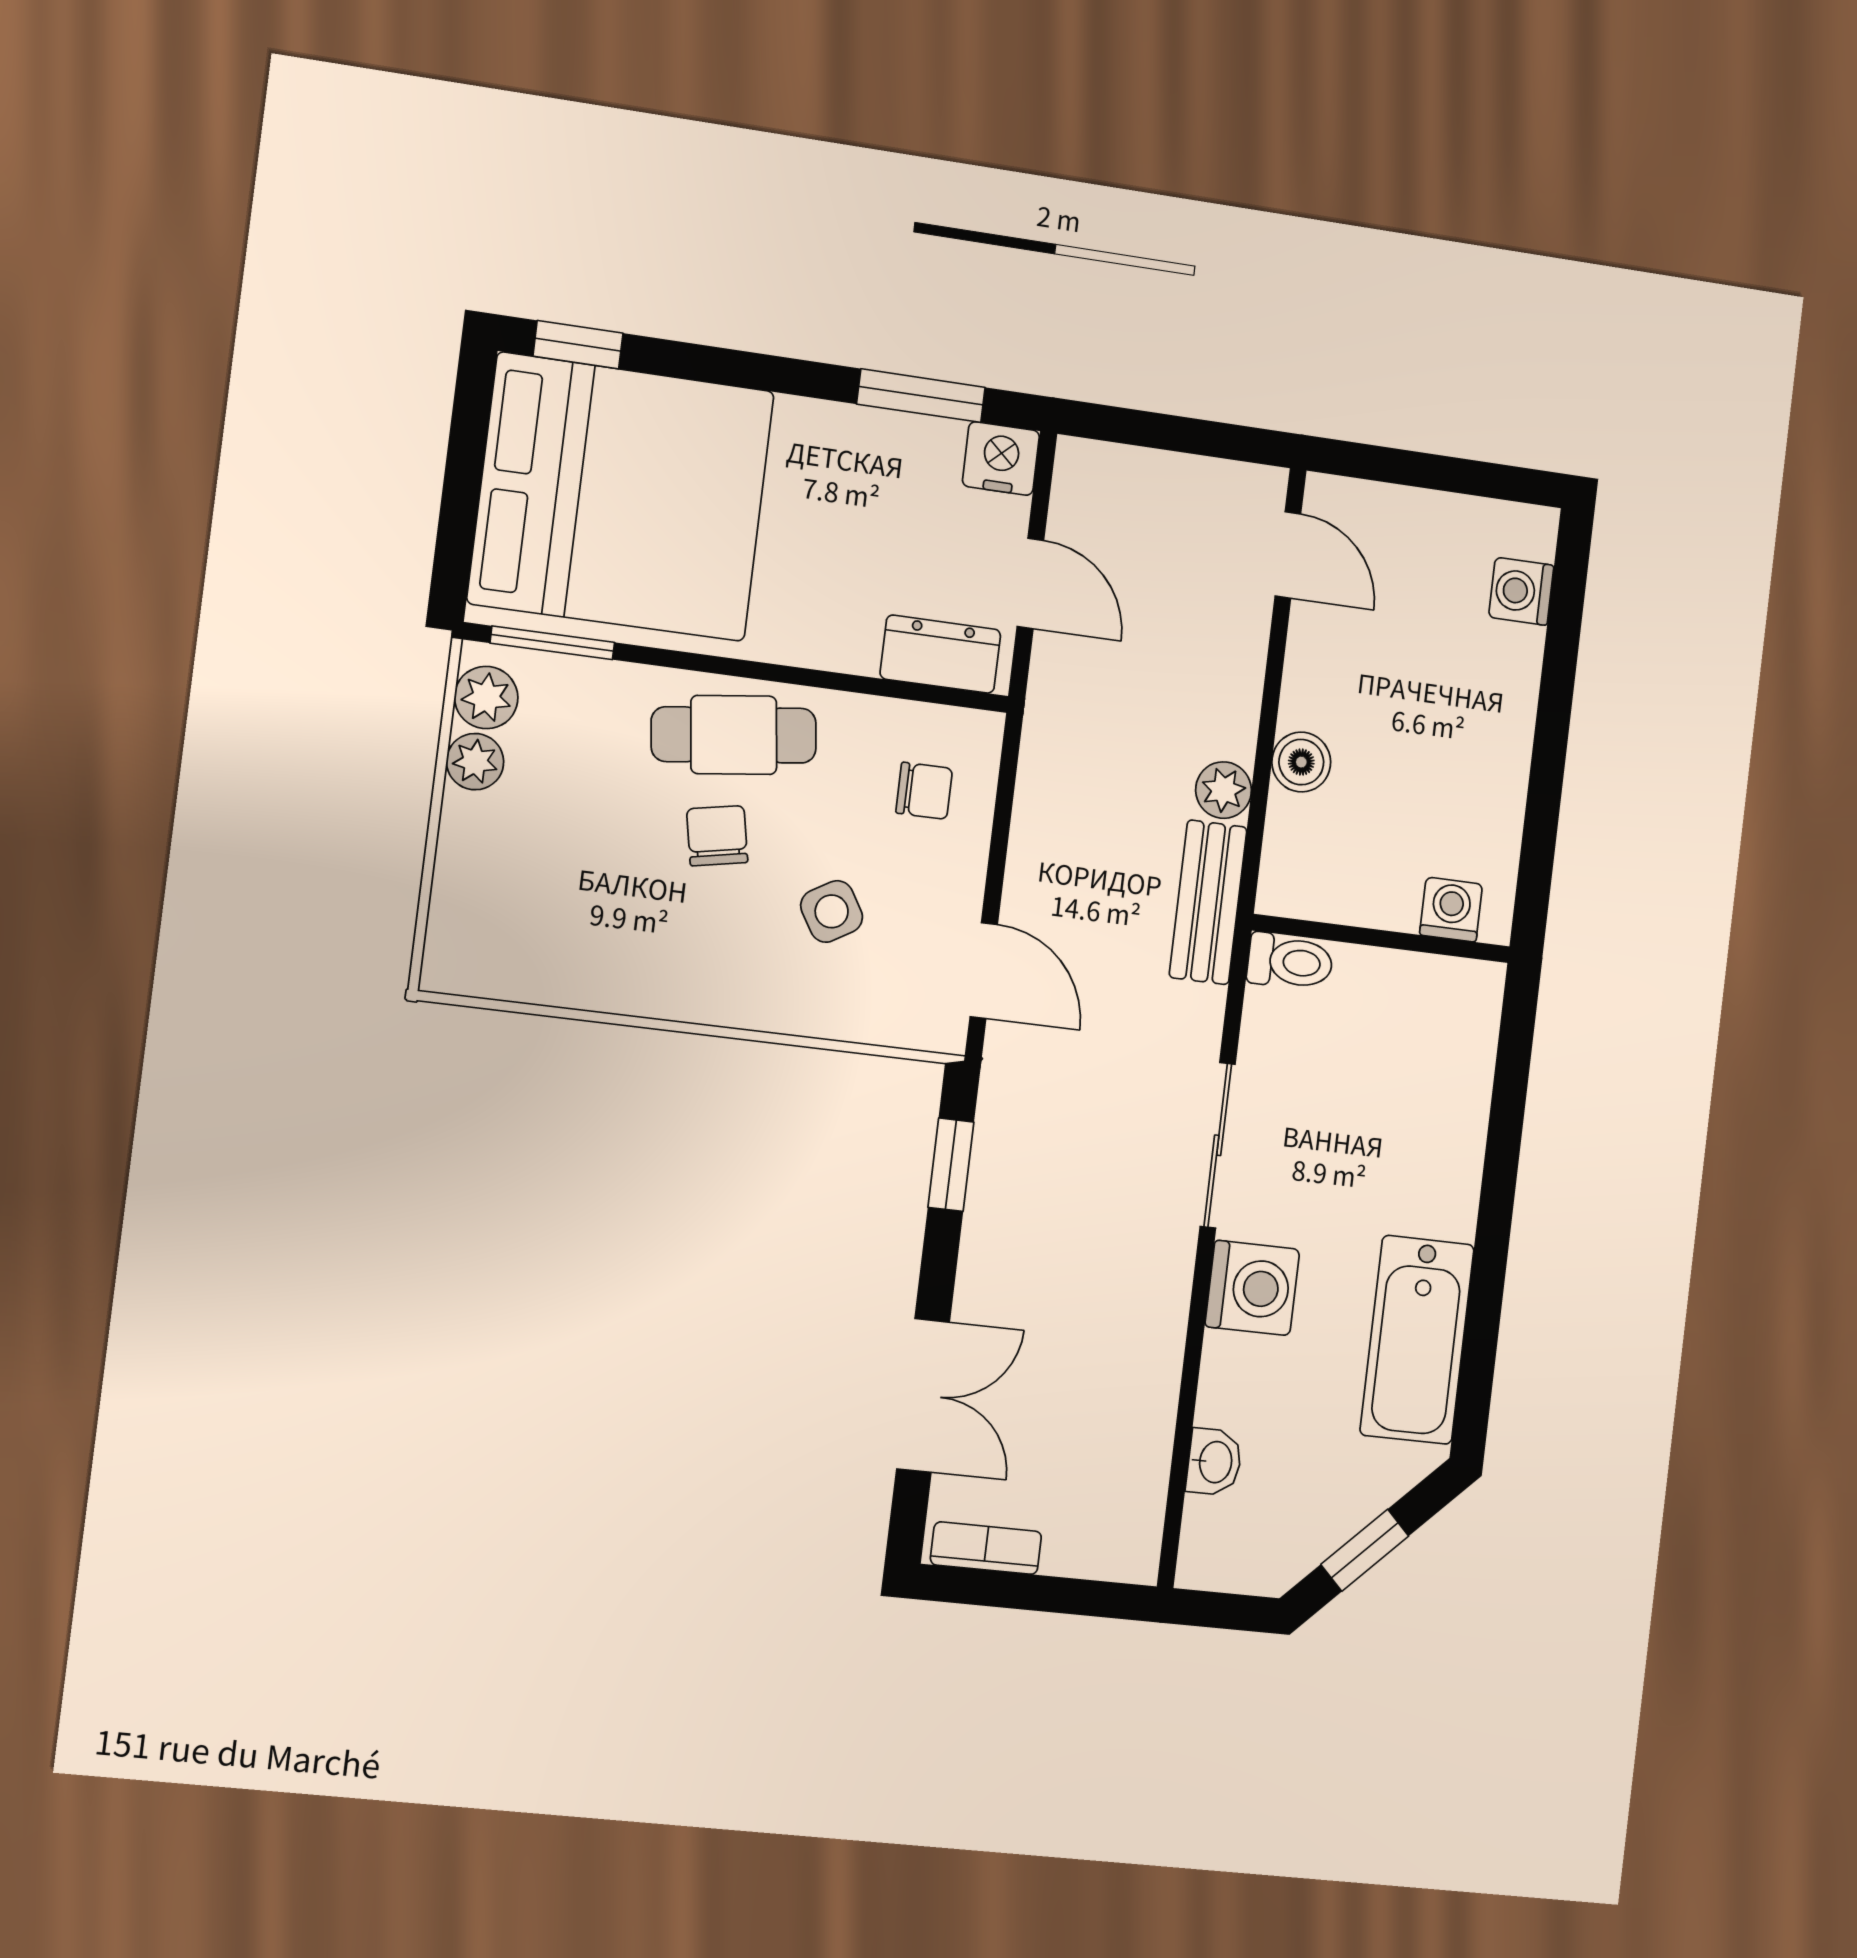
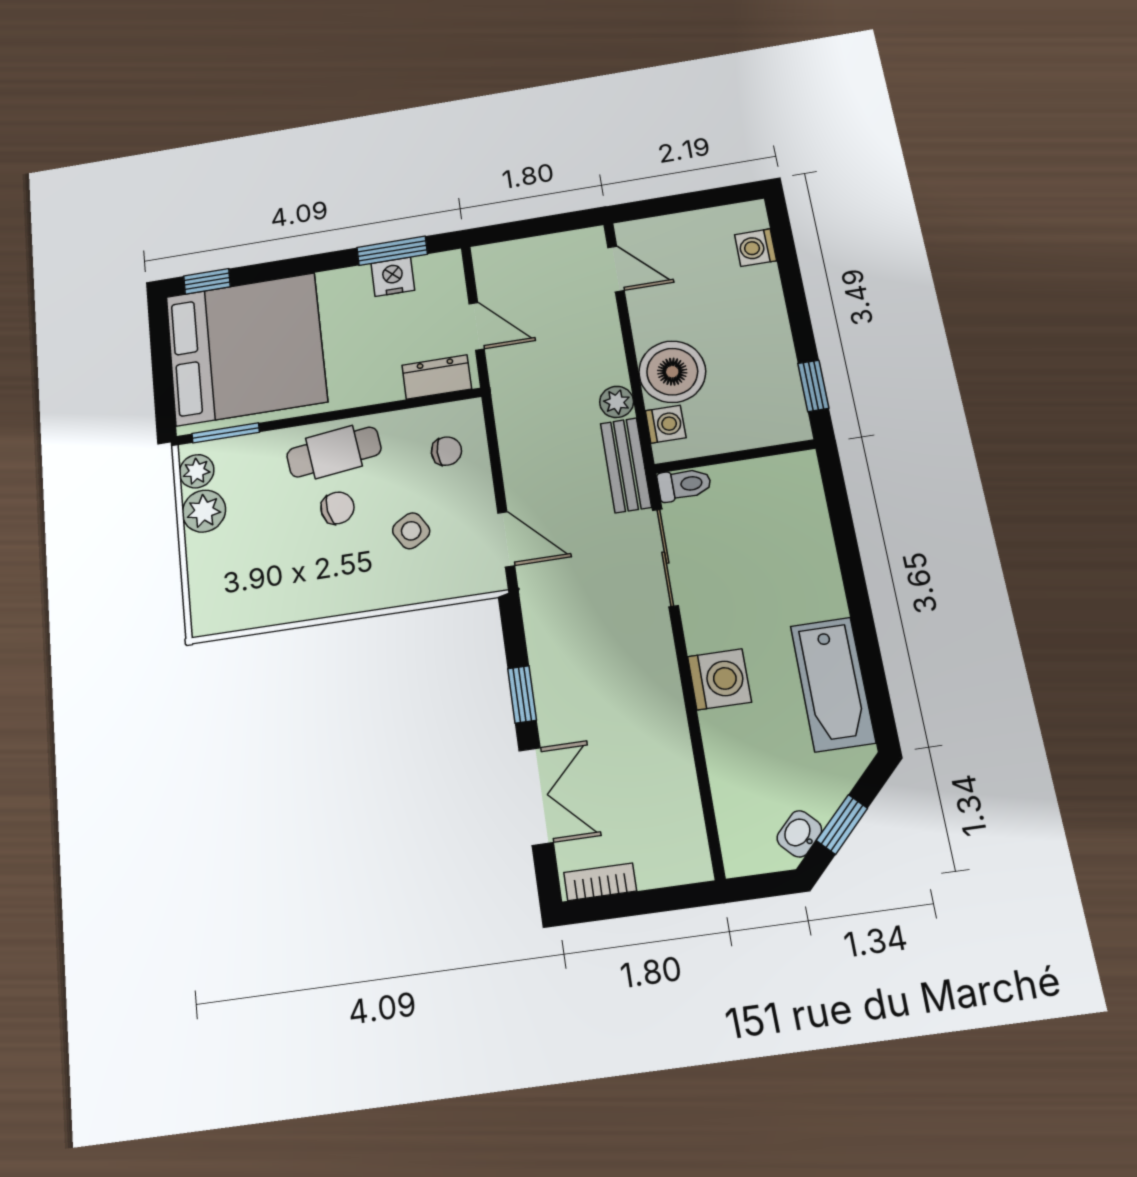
nightstand: (1001, 458) -> (393, 277), moved
plant: (475, 762) -> (204, 511), width x1.38, depth x1.38
boiler: (1301, 762) -> (672, 372), width x1.86, depth x1.86
chair: (717, 836) -> (337, 508), turned 90
window: (1537, 858) -> (813, 386), added
washing machine: (1451, 910) -> (666, 424), moved, turned 90
sliding door: (1218, 1145) -> (665, 558), moved
window: (951, 1165) -> (522, 694), moved
washbasin: (1214, 1462) -> (799, 834), moved, turned -135

